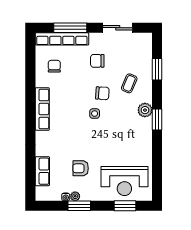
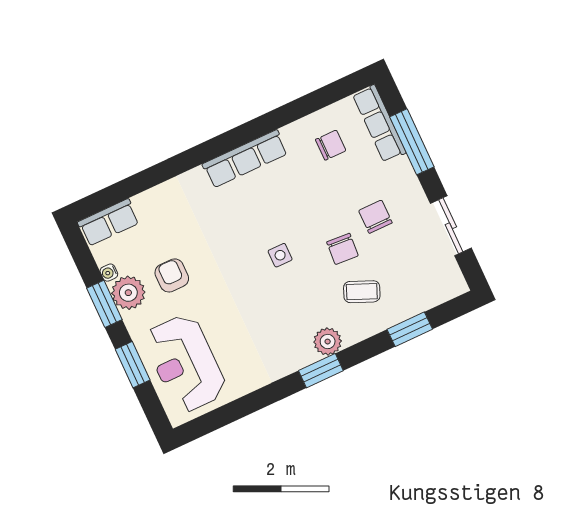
row of seats: (62, 39) -> (379, 124), width x0.73
chair: (102, 93) -> (343, 249), moved
row of seats: (42, 171) -> (109, 222), moved
plant: (75, 196) -> (128, 293), width x1.88, depth x1.88
window: (125, 206) -> (133, 365), moved

